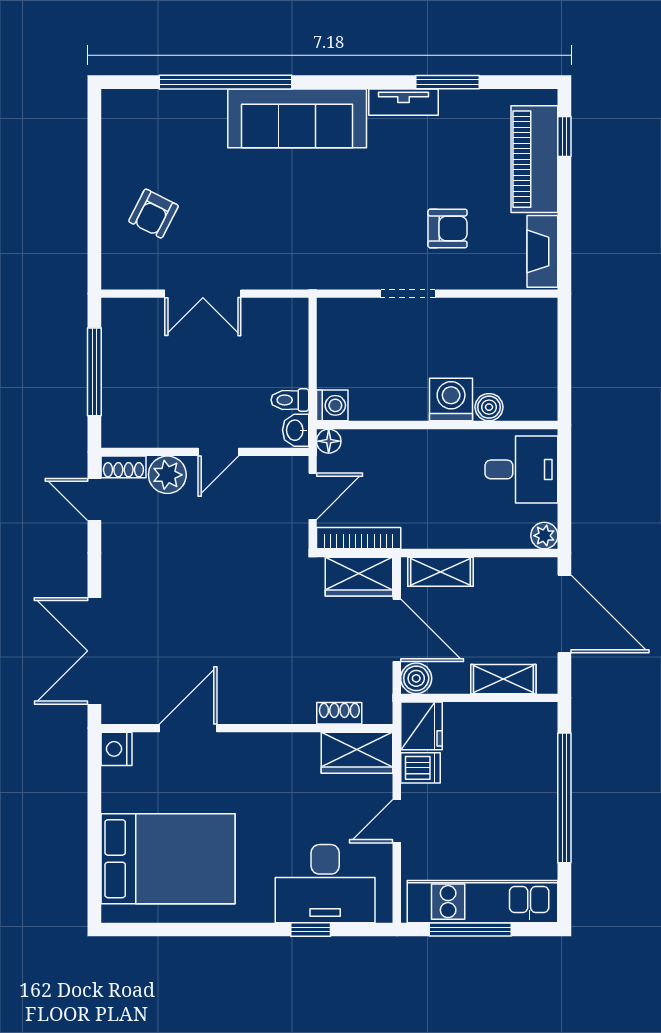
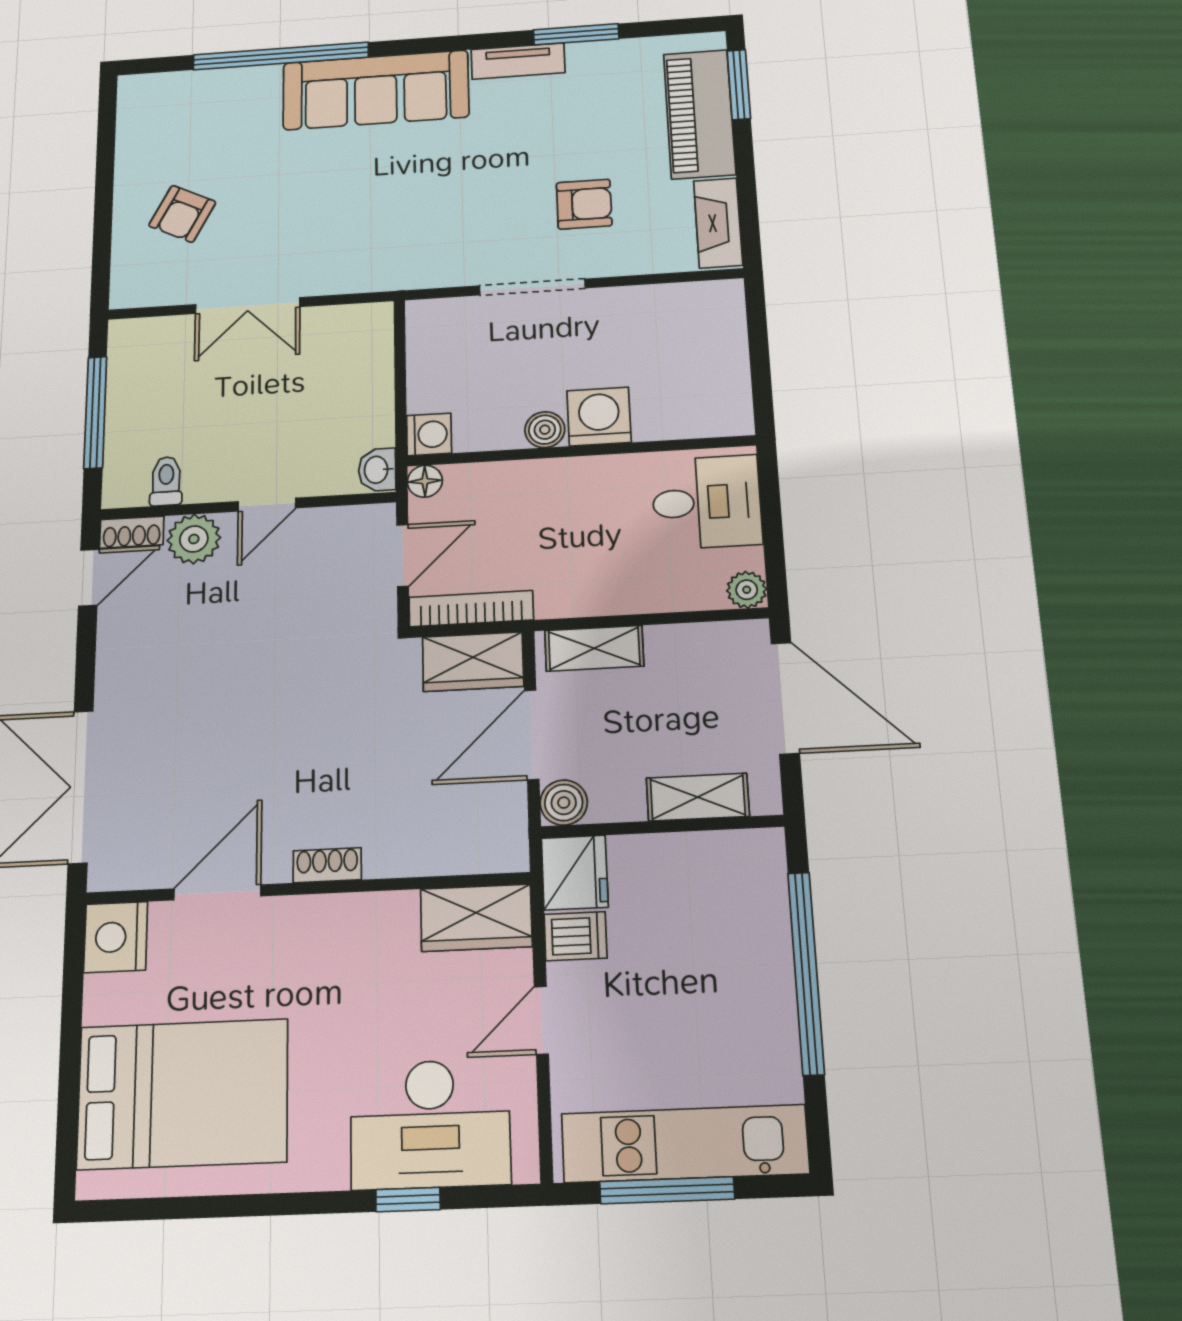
window: (564, 136) -> (739, 85), width x1.50
doorway: (408, 294) -> (532, 287), width x1.38
toilet: (290, 400) -> (166, 481), moved, turned 90
boiler: (489, 407) -> (545, 430), moved
door: (94, 499) -> (89, 578), swing flipped
door: (397, 630) -> (532, 735), swing flipped
shoe rack: (339, 713) -> (327, 865), moved
nightstand: (116, 749) -> (116, 937), width x1.36, depth x1.33

